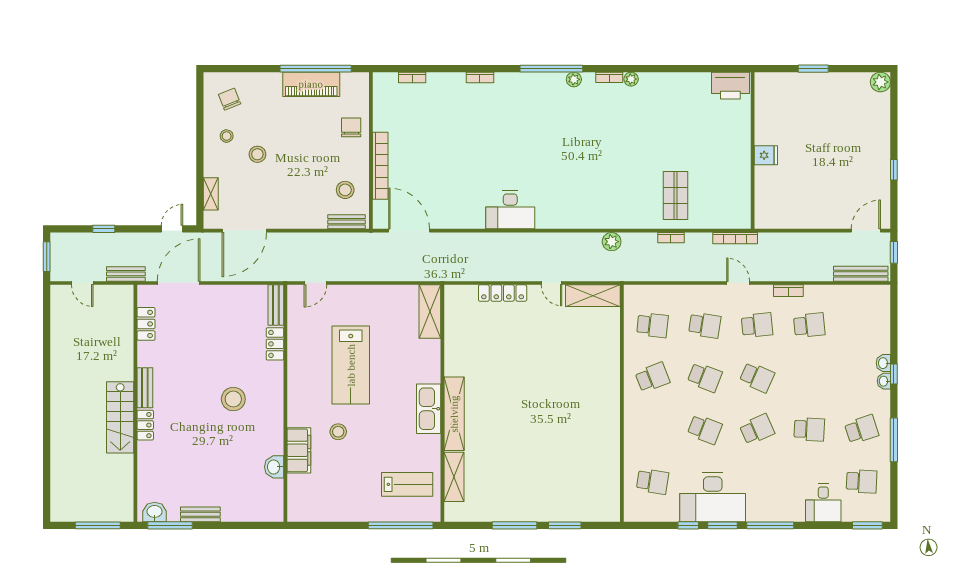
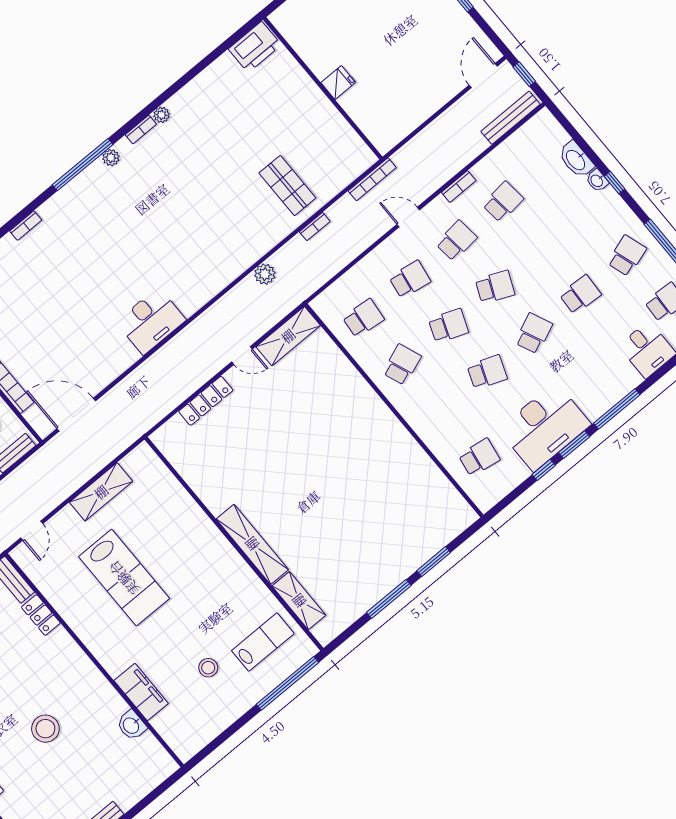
shelving: (430, 312) -> (101, 492), moved, turned 90
washbasin: (884, 381) -> (576, 160), moved, width x1.91, depth x1.45
stool: (233, 399) -> (45, 729), moved
kitchen sink: (429, 409) -> (226, 559), removed
stool: (338, 432) -> (208, 668), moved

